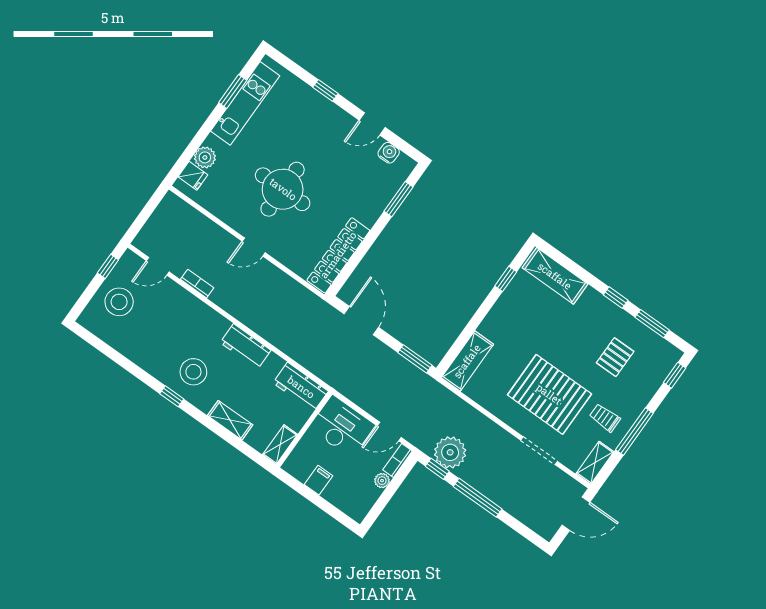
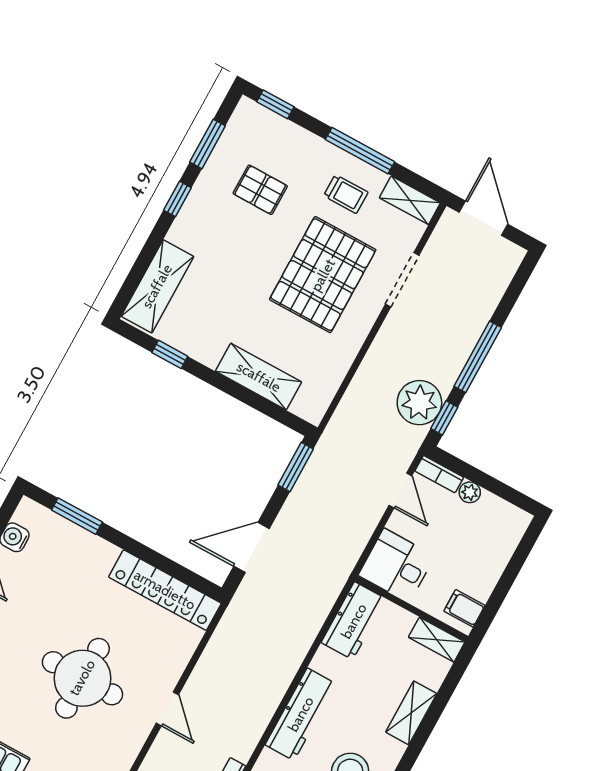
workbench: (245, 346) -> (301, 714), width x1.38
shelving: (467, 361) -> (259, 377), moved
trolley: (605, 418) -> (346, 194), turned -90
desk: (342, 427) -> (397, 566), width x0.73
filing cabinet: (319, 480) -> (464, 608), moved

